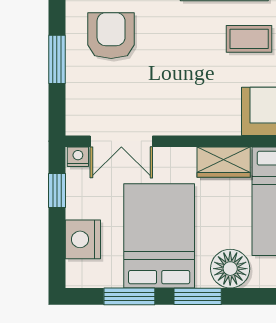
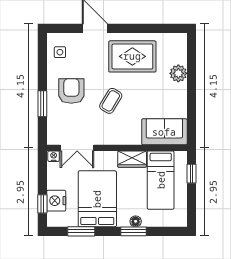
coffee table: (249, 39) -> (111, 101), moved, turned -59
window: (57, 190) -> (42, 204), moved
floor lamp: (230, 269) -> (136, 221), width x0.53, depth x0.53
window: (198, 296) -> (134, 231), moved

